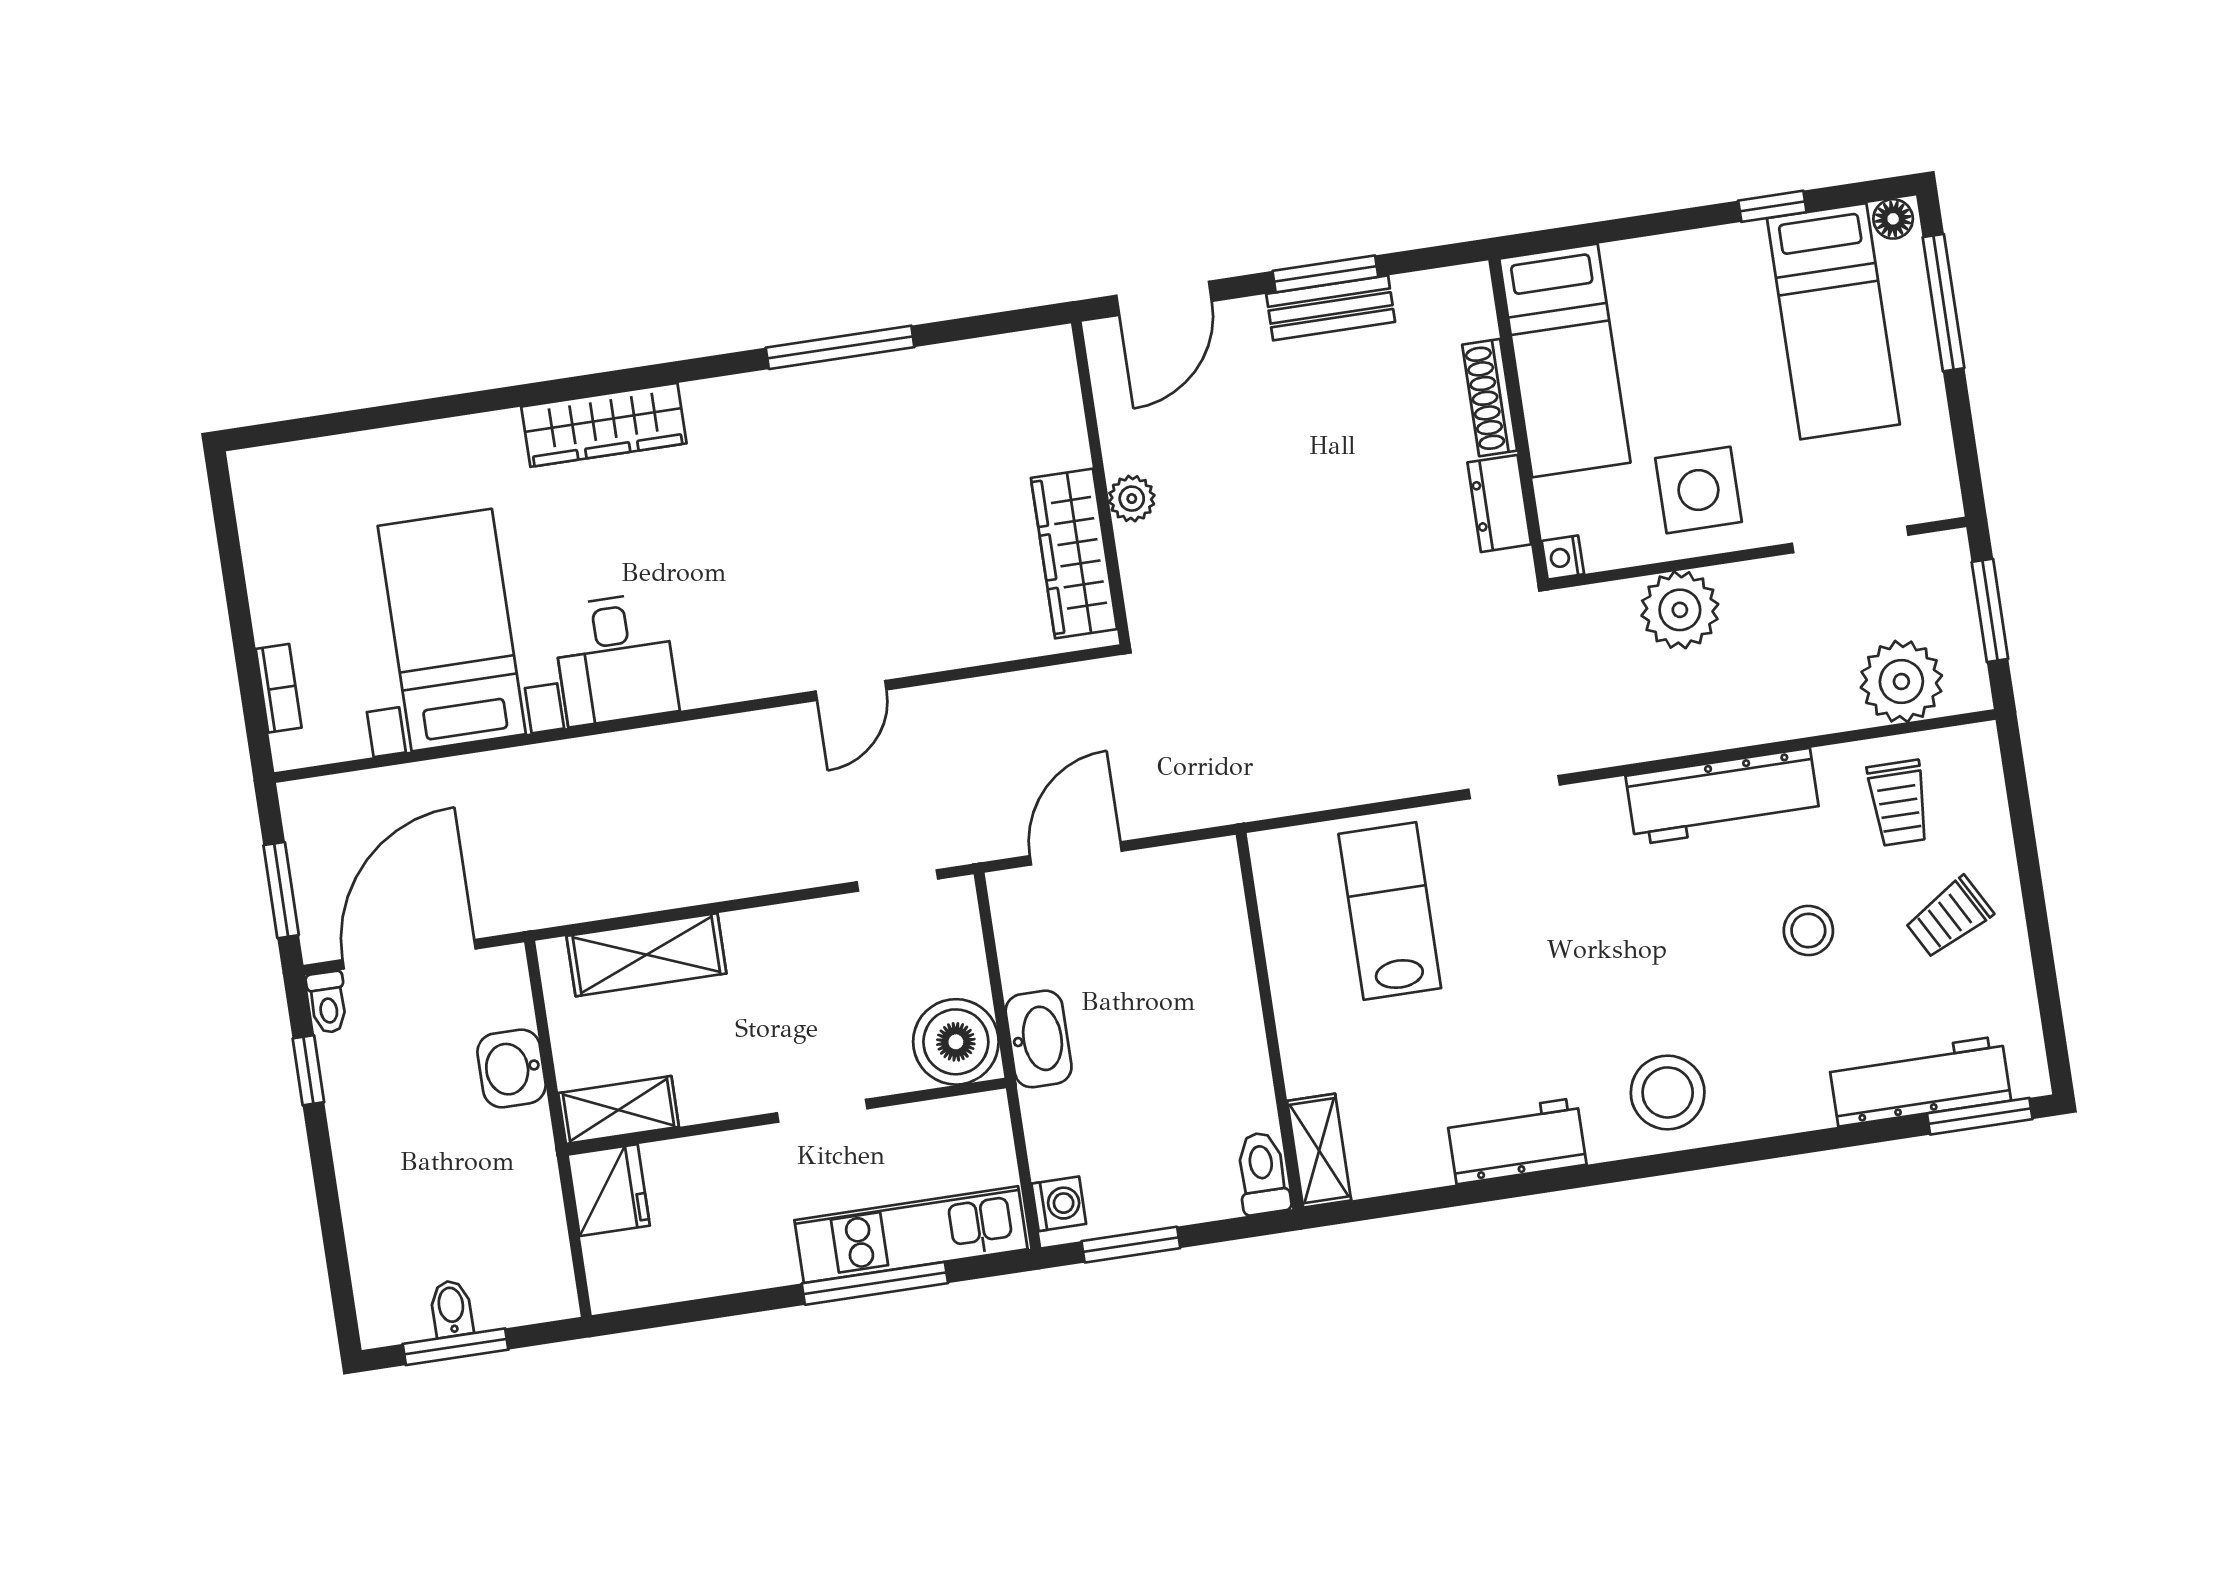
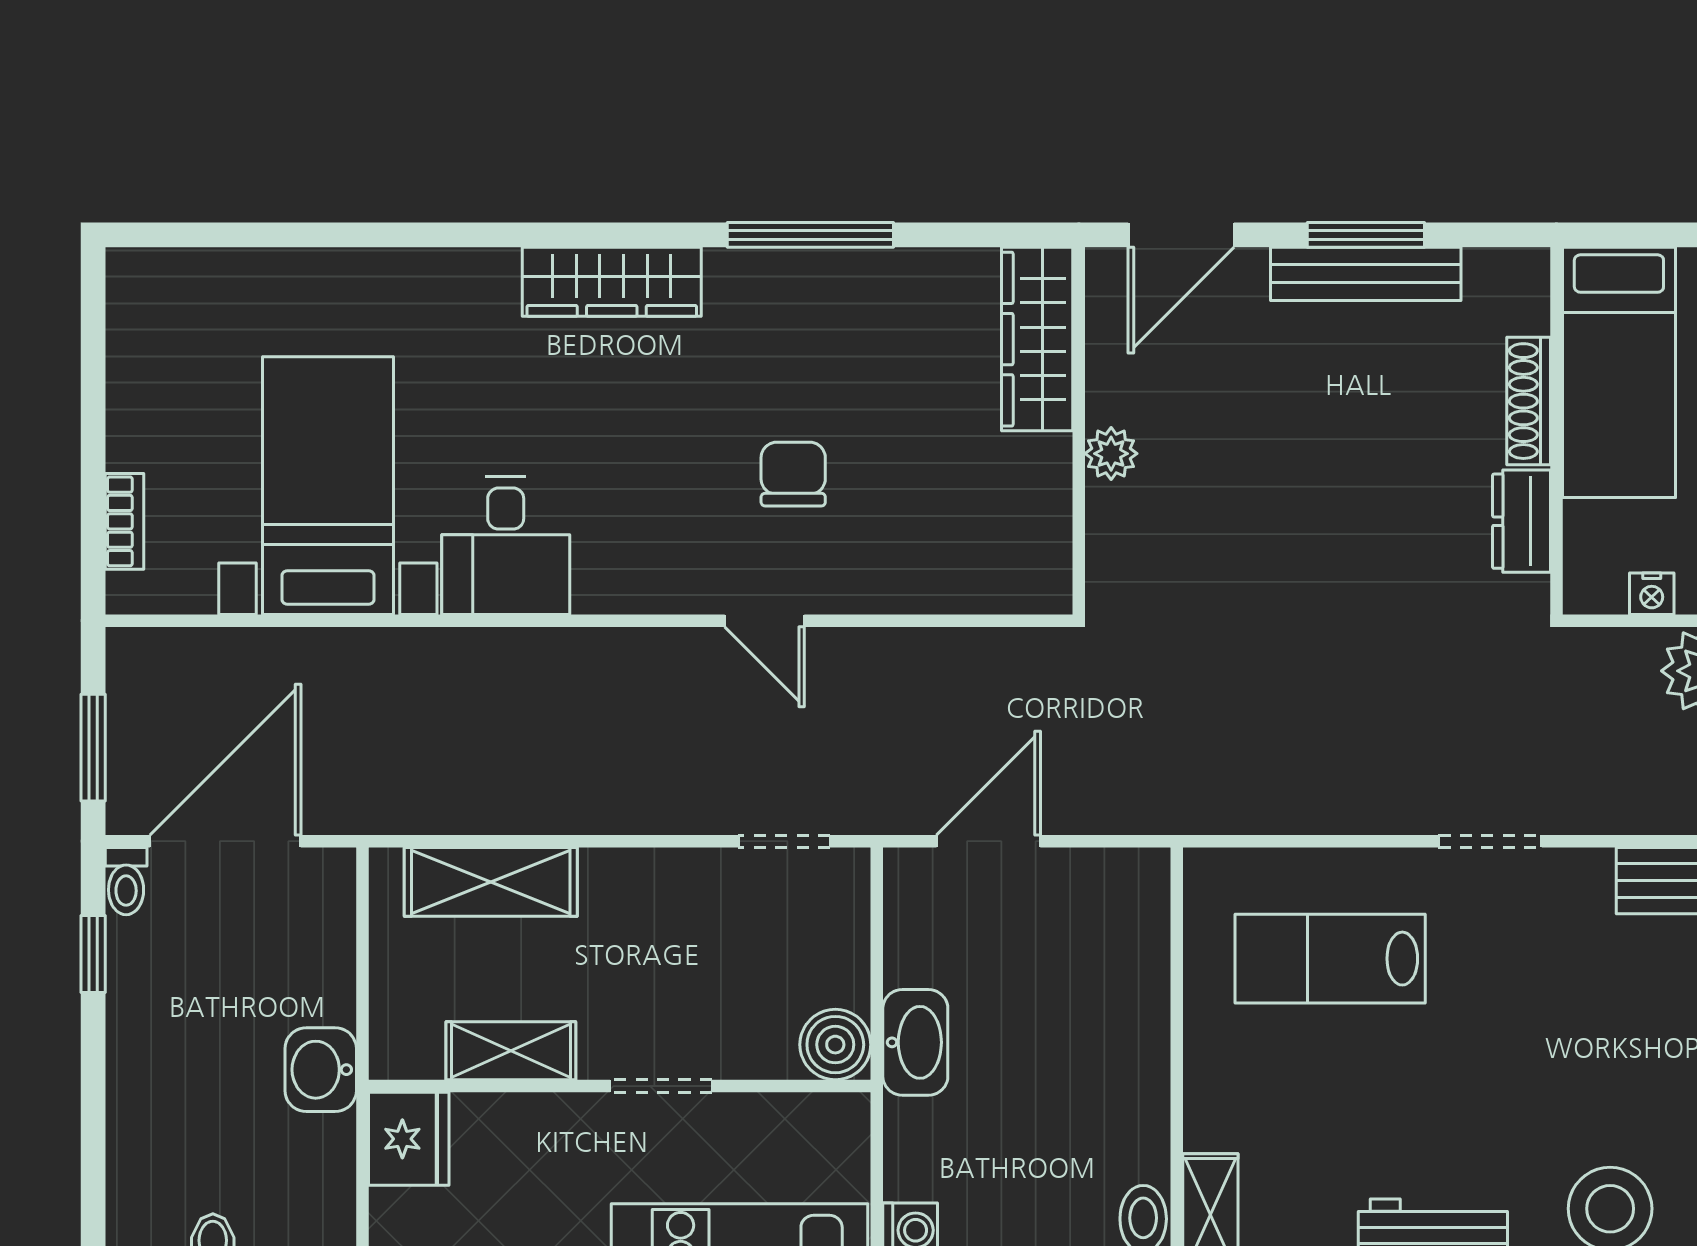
bench: (1331, 308) -> (1366, 274), width x1.36
wardrobe: (604, 425) -> (612, 282), moved
wardrobe: (1074, 554) -> (1037, 339), moved
chair: (857, 558) -> (793, 474), added
nightstand: (1563, 558) -> (1652, 594), moved, turned -90
door: (851, 690) -> (765, 621), hinge flipped
lab bench: (1390, 911) -> (1330, 959), turned -90
boiler: (956, 1042) -> (835, 1045), width x0.73, depth x0.73
washbasin: (512, 1068) -> (321, 1070), moved
shelving: (619, 1110) -> (511, 1051), moved

